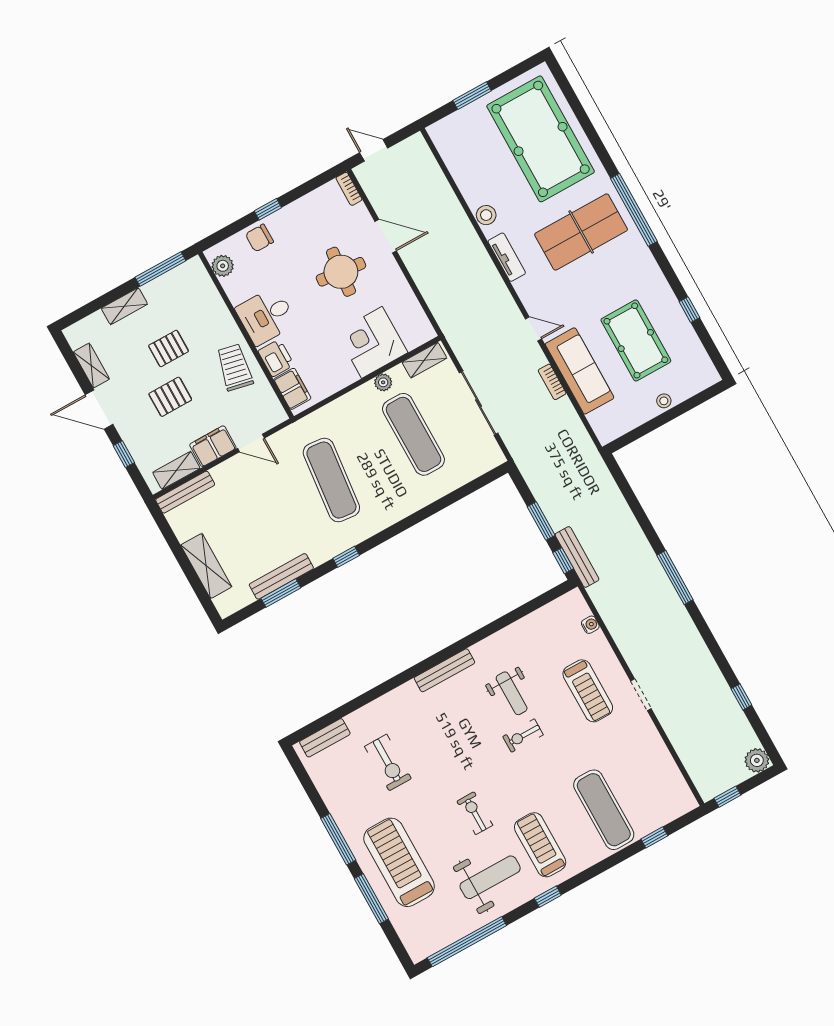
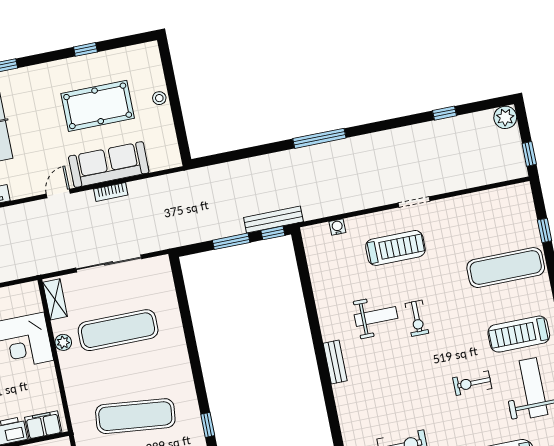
bench: (445, 670) -> (335, 362), width x0.73

